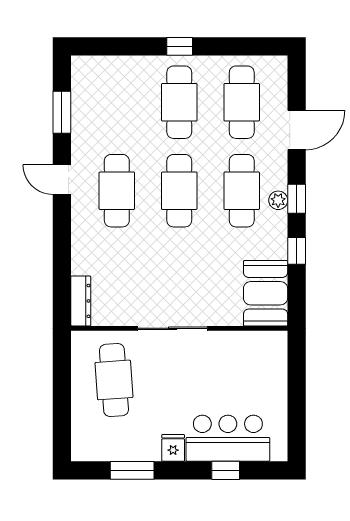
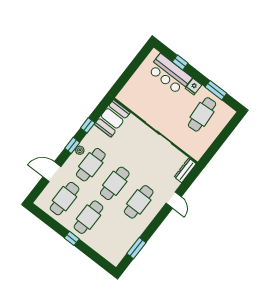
door: (62, 180) -> (174, 200), moved
cafe table: (114, 380) -> (202, 114), moved

